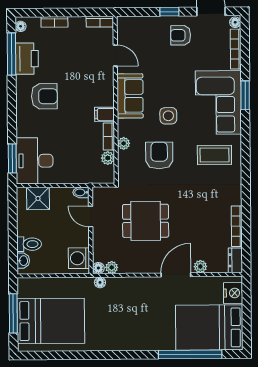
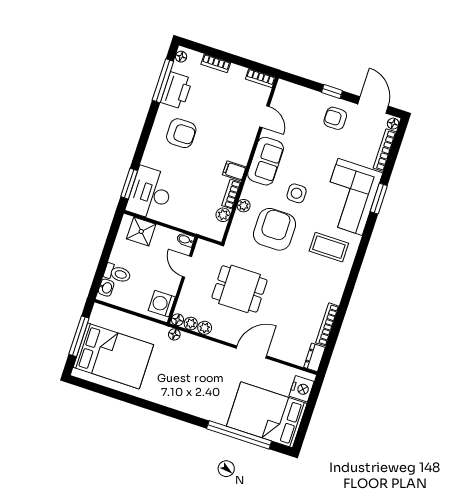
armchair: (159, 155) -> (275, 229), width x1.36, depth x1.36
plant: (200, 267) -> (205, 328), moved

